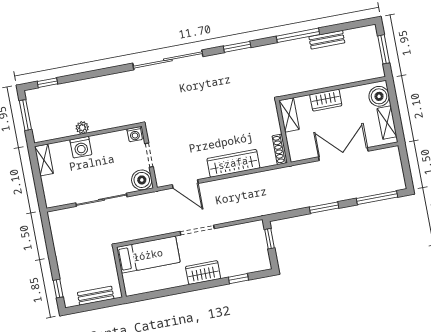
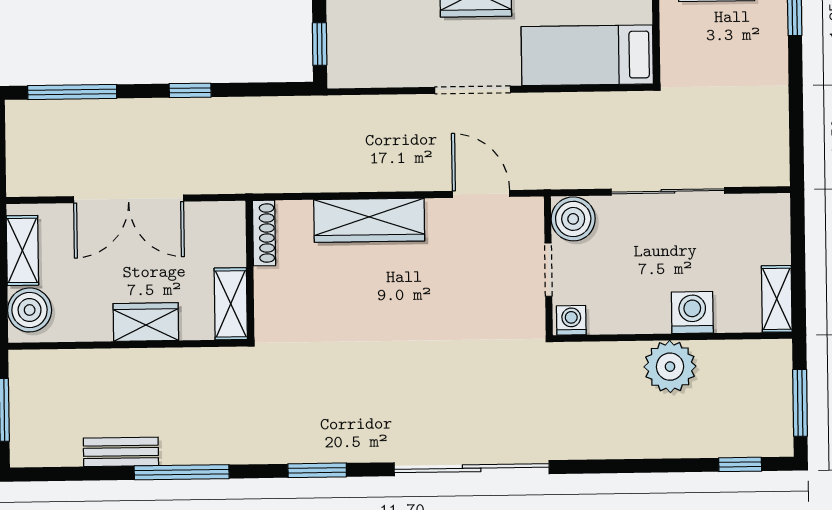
plant: (82, 128) -> (670, 367), width x1.88, depth x1.88
window: (324, 208) -> (190, 90), width x0.67

